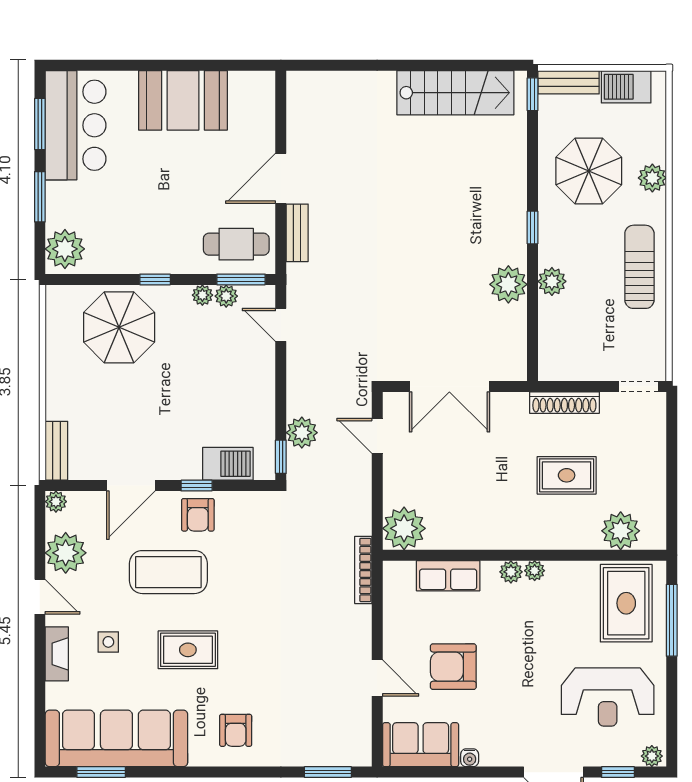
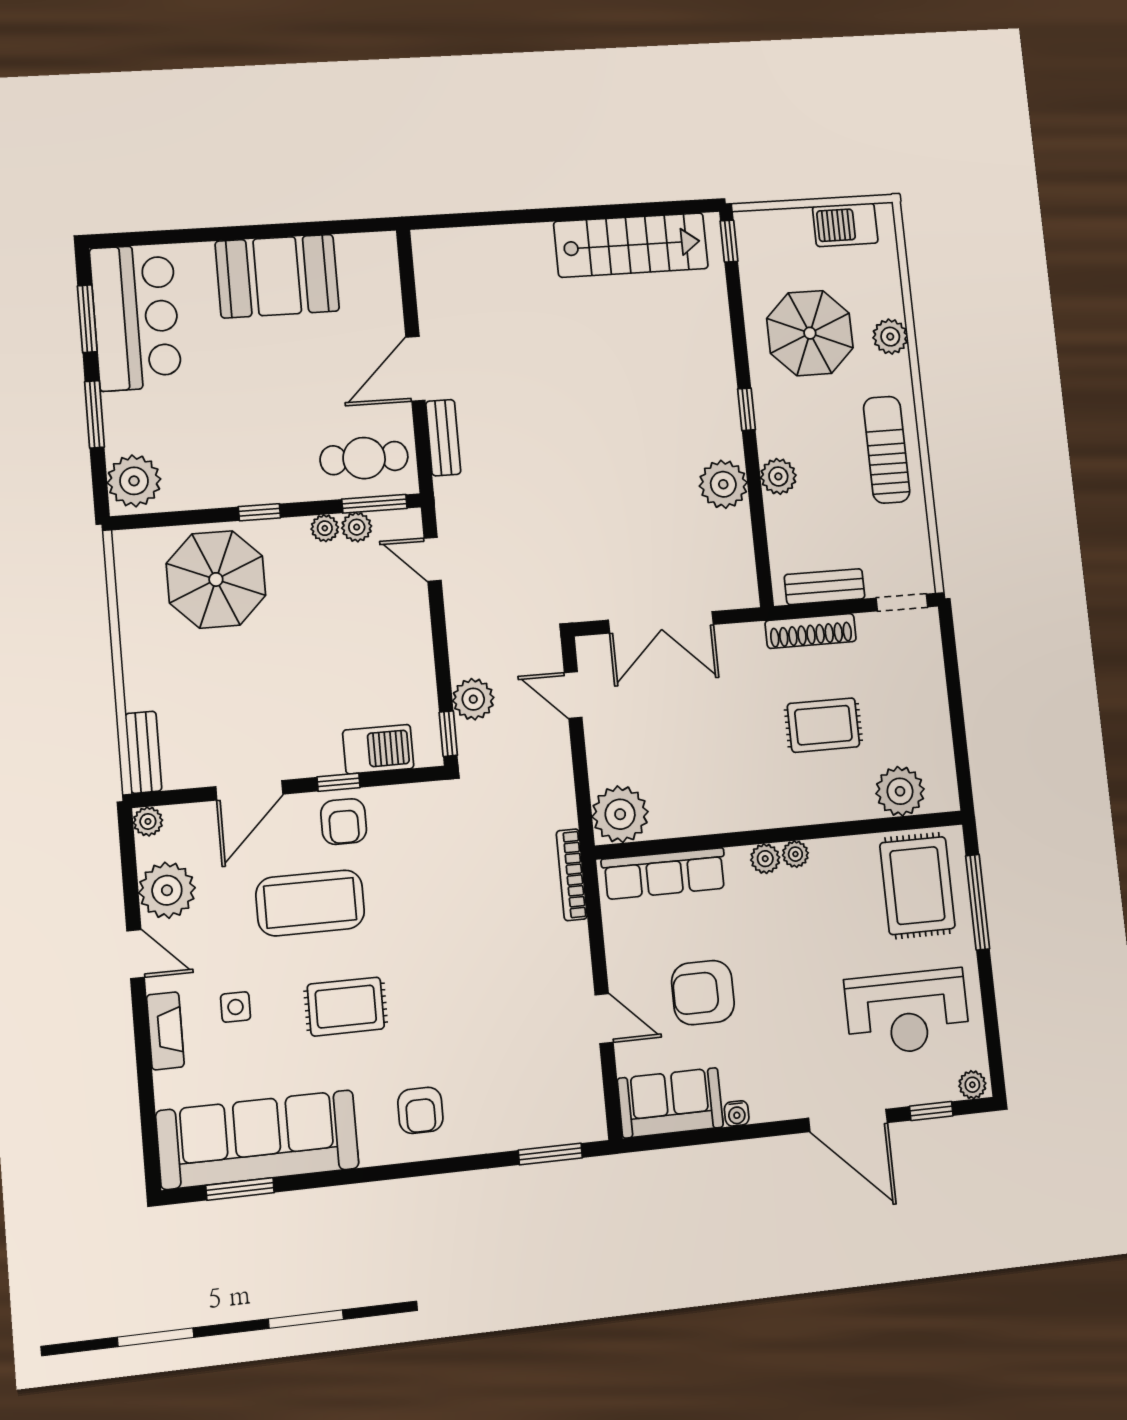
bench: (569, 82) -> (825, 587), moved
row of seats: (448, 576) -> (664, 874), width x1.48

